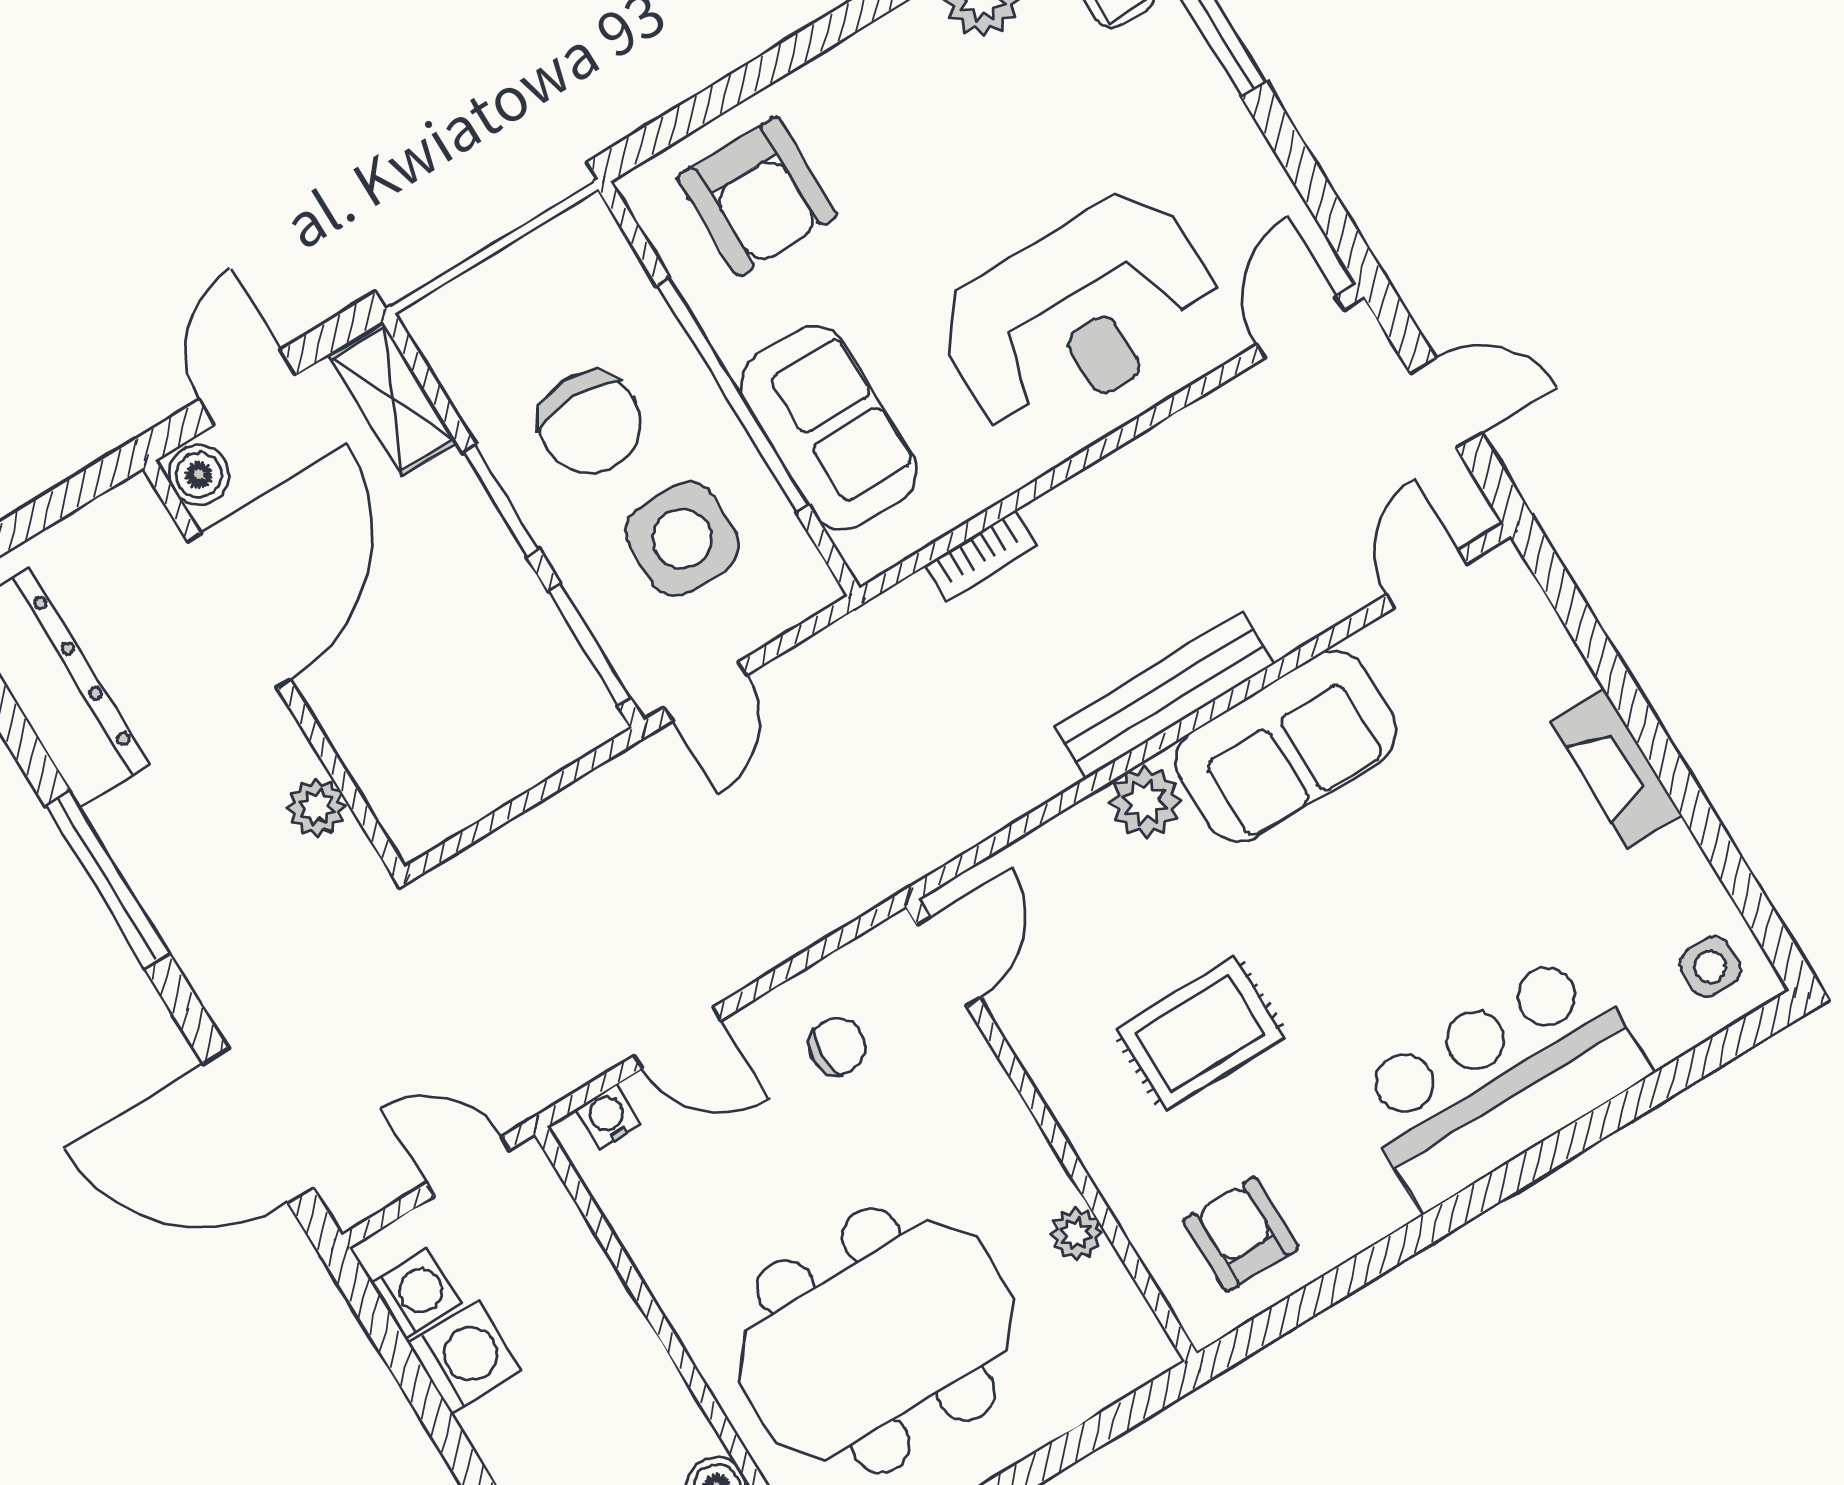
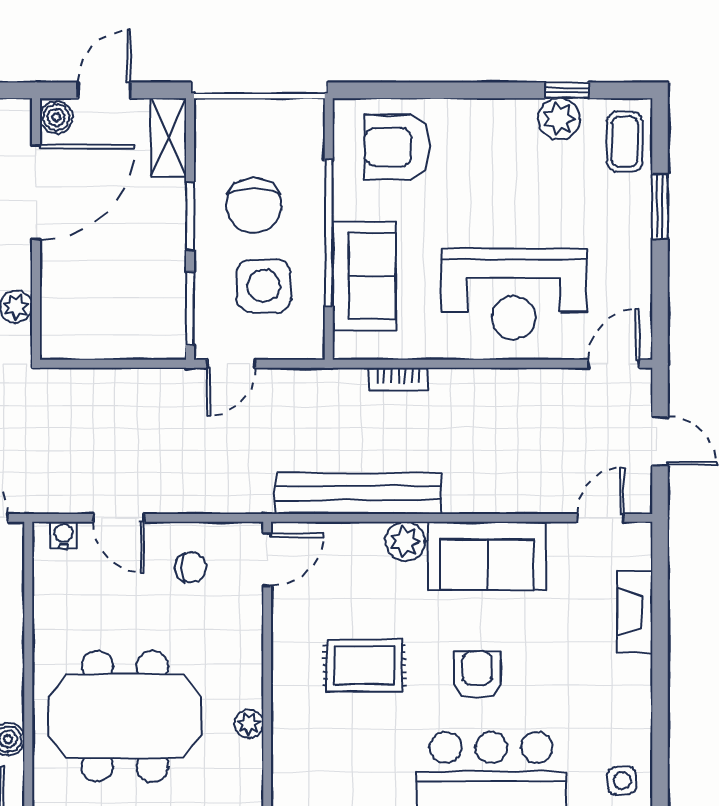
armchair: (757, 196) -> (397, 147), turned 90
bench: (1164, 695) -> (358, 493), moved, width x1.37, depth x1.21
fireplace: (1616, 768) -> (635, 612), moved
armchair: (1241, 1234) -> (477, 675), moved

